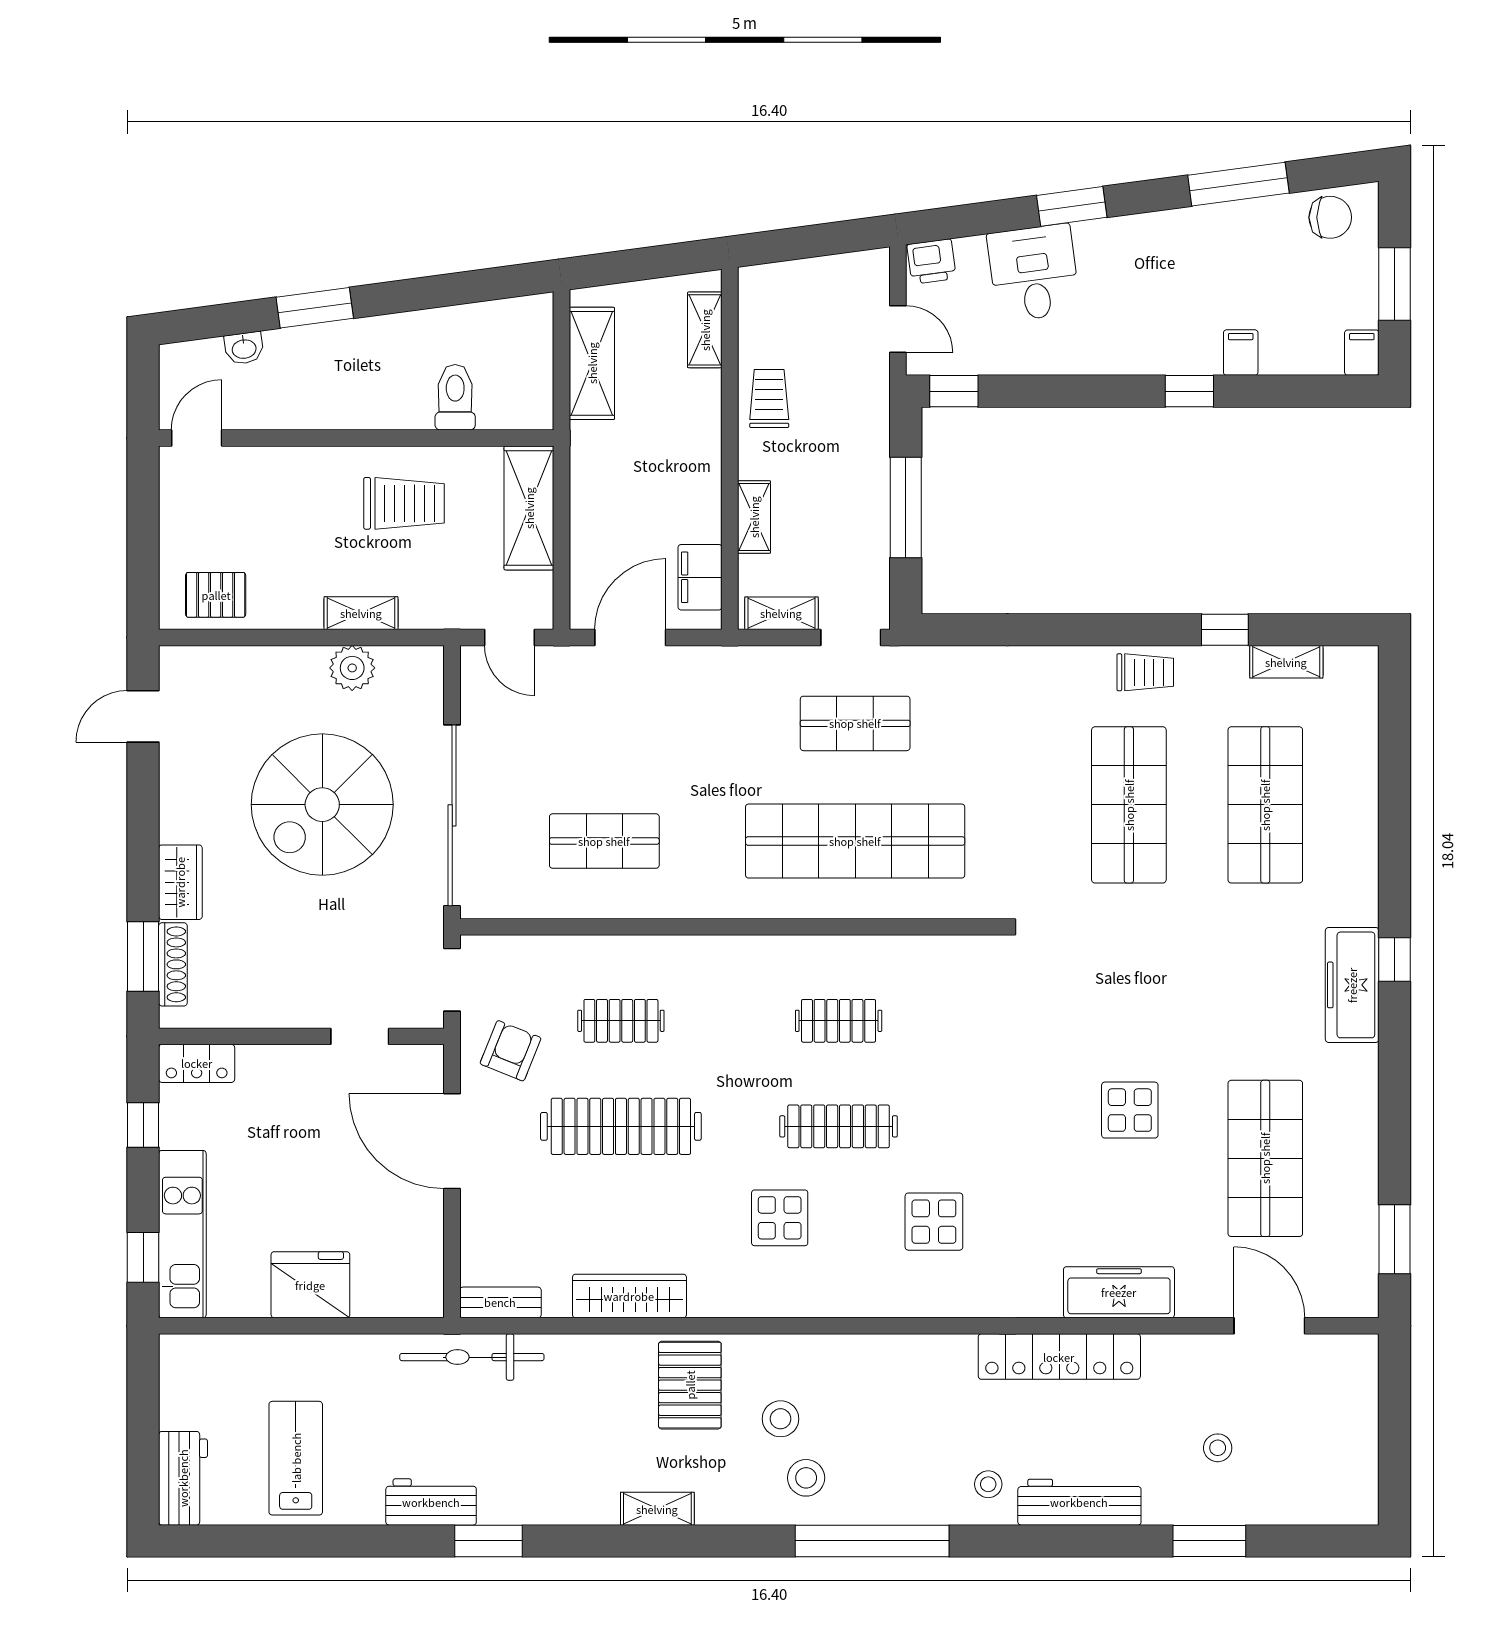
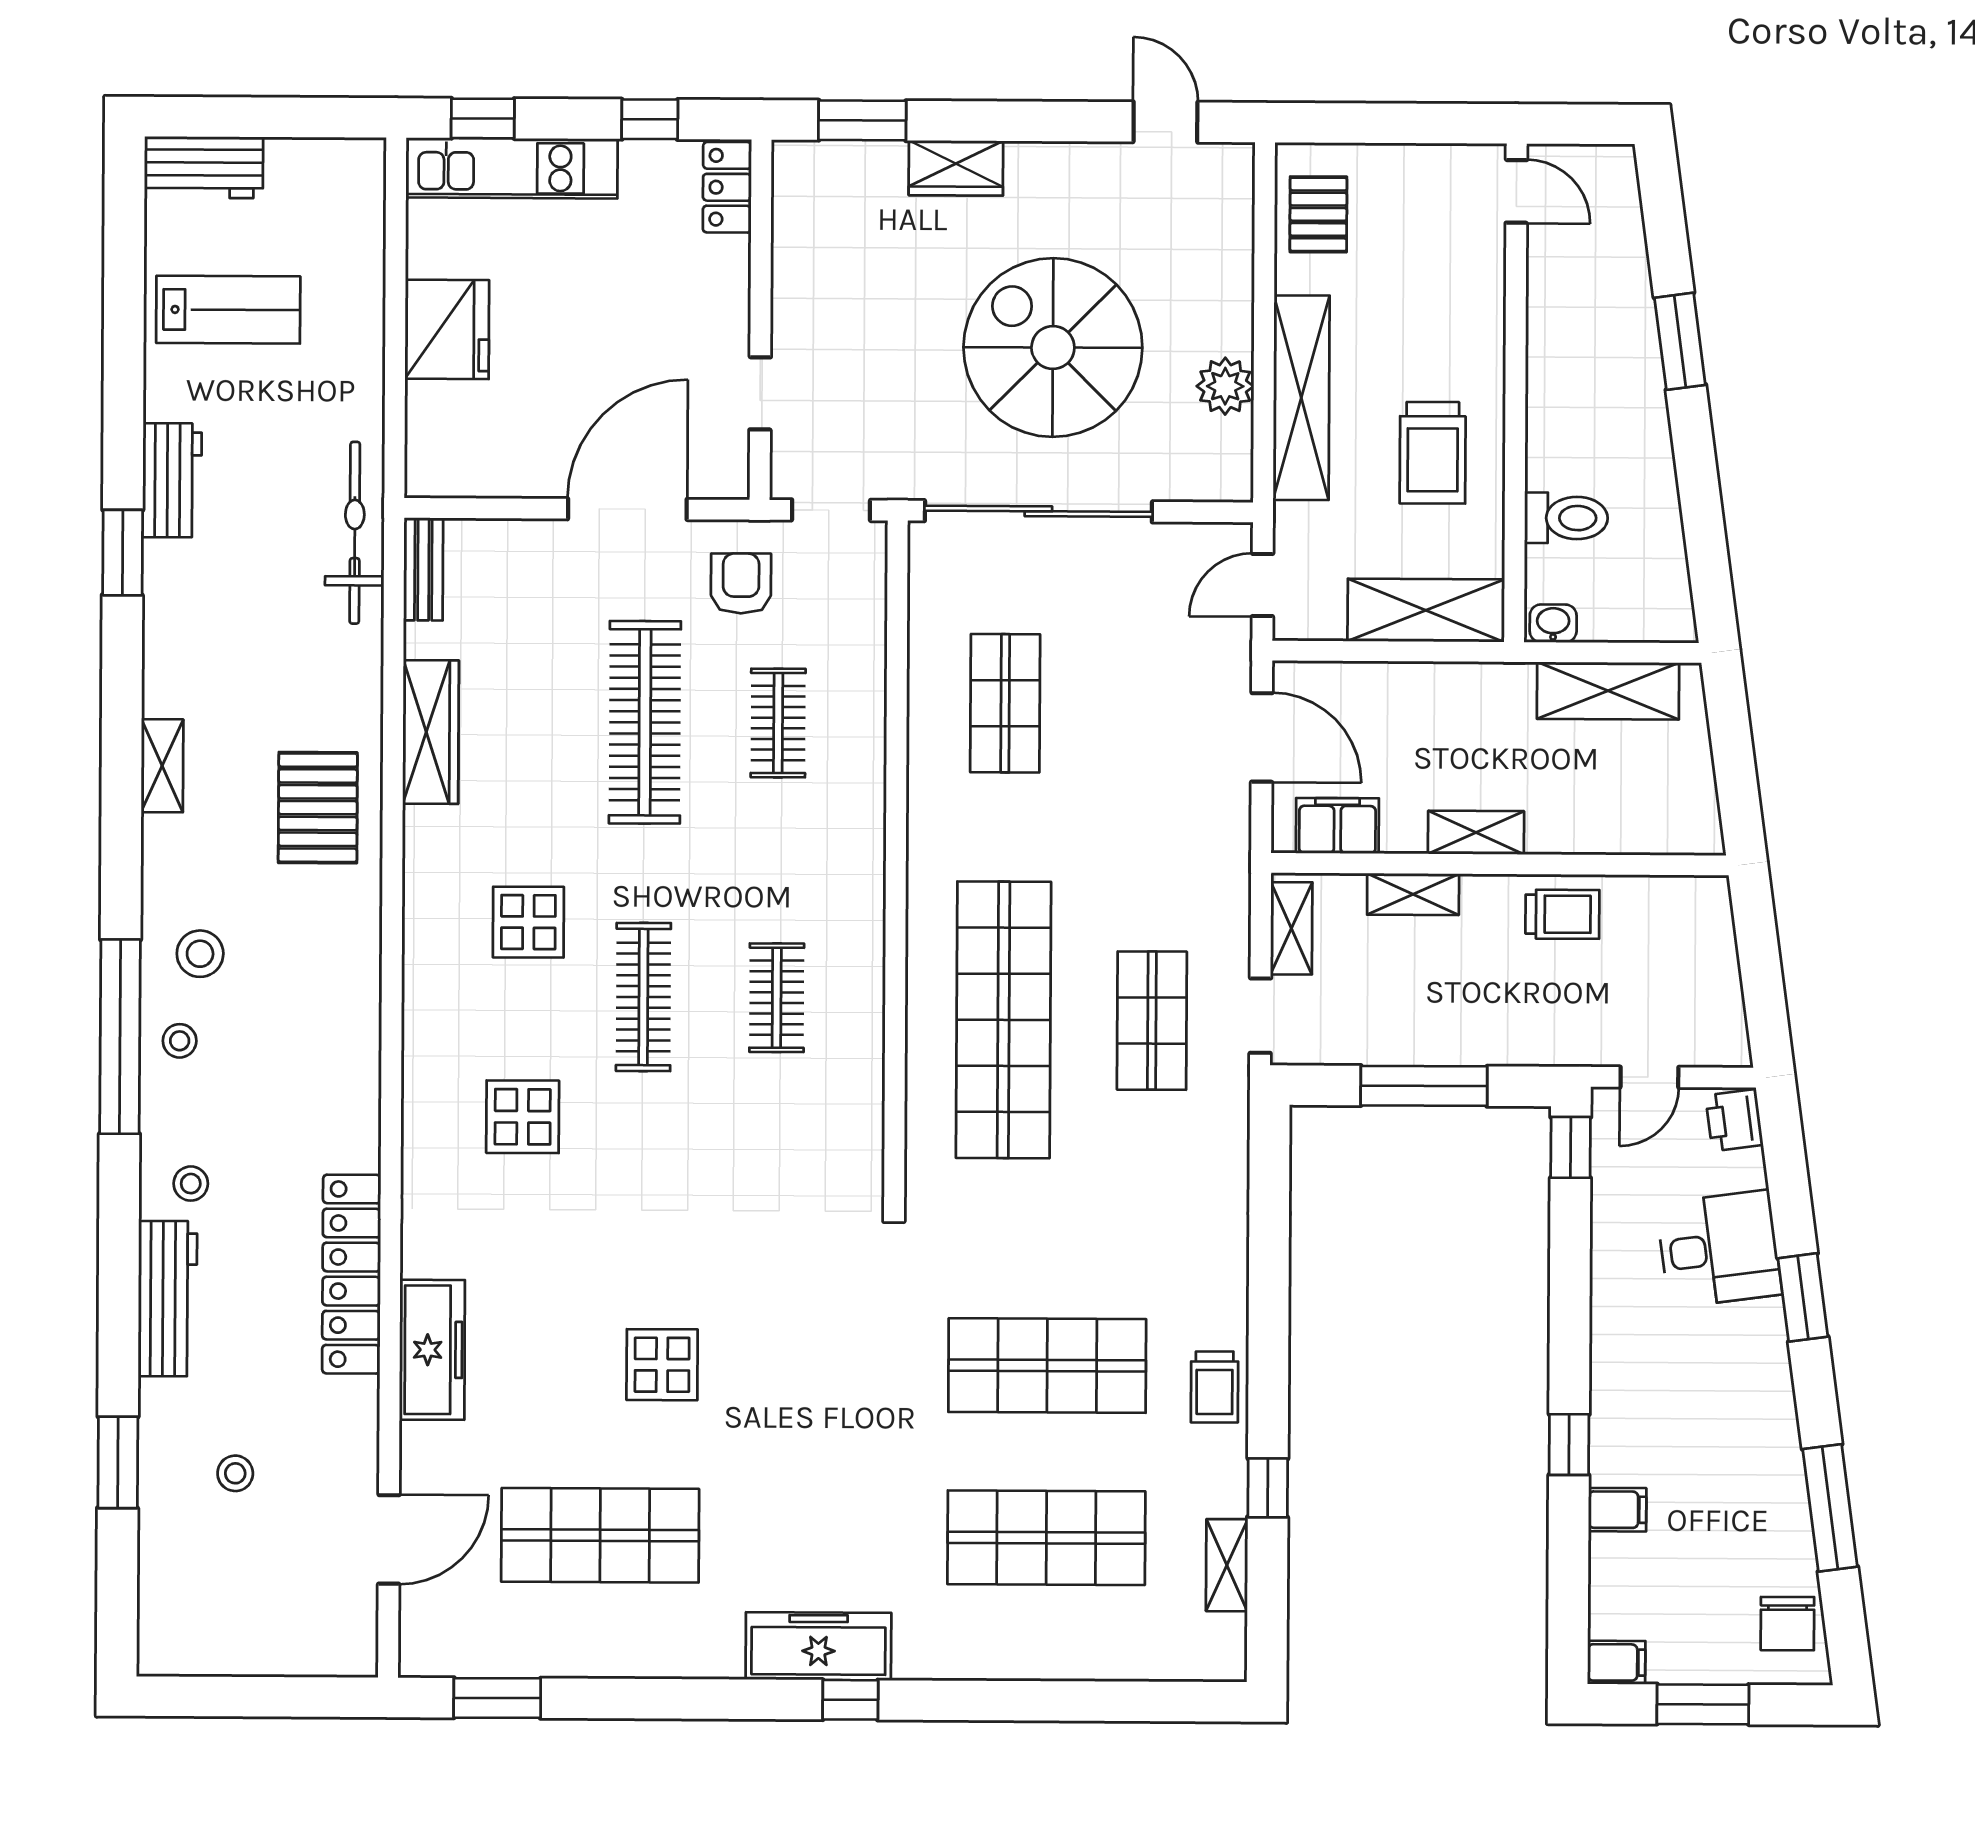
shelving: (705, 330) -> (1476, 833), moved
washbasin: (244, 348) -> (1553, 623), moved, turned 98
shelving: (361, 613) -> (1301, 398), width x2.20, depth x1.33
shoe rack: (173, 964) -> (852, 158), removed
armchair: (510, 1051) -> (741, 583), turned -112
pallet: (690, 1385) -> (318, 808), turned 90
stool: (781, 1419) -> (180, 1041), moved, width x0.73, depth x0.73

